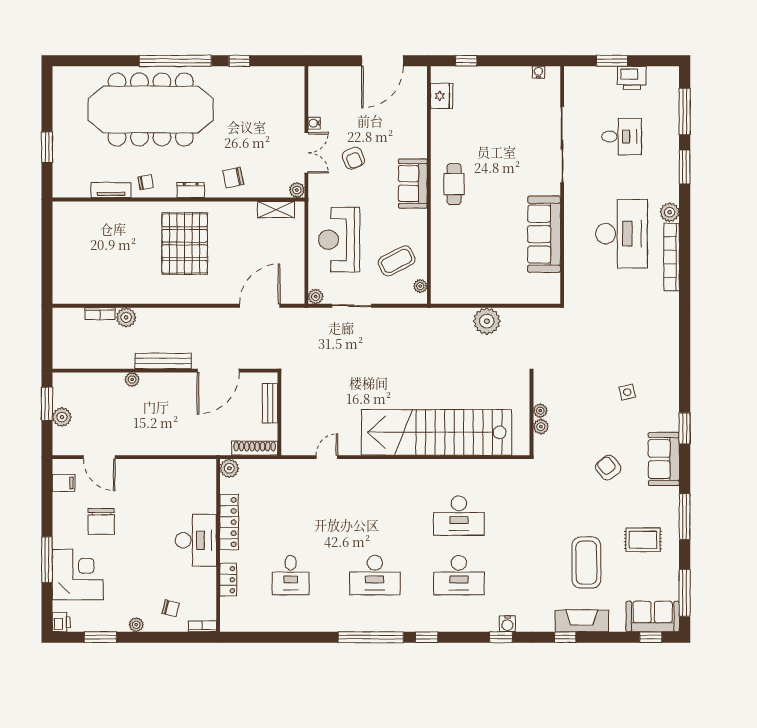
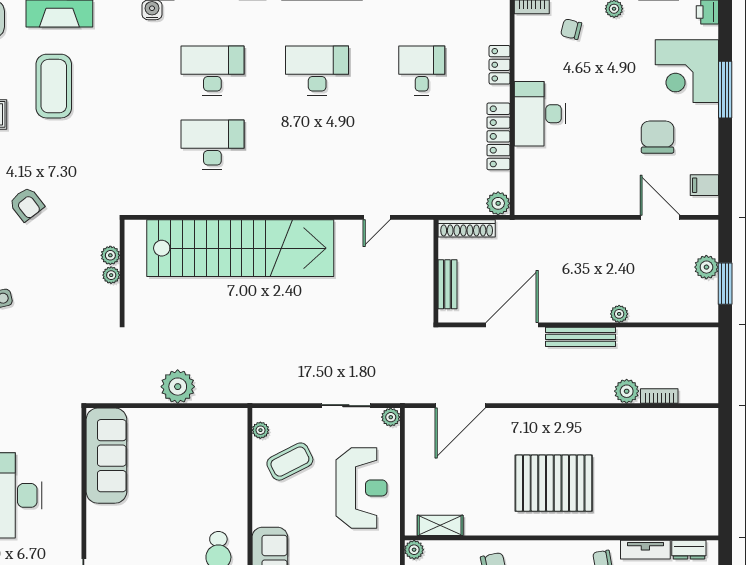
dresser: (191, 190) -> (689, 550), moved
sofa: (544, 234) -> (106, 456), moved
pallet: (185, 244) -> (554, 483), turned 90

